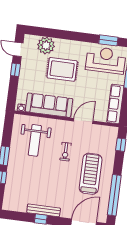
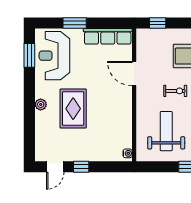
plant: (46, 45) -> (41, 104), moved, width x0.53, depth x0.53
sofa: (49, 105) -> (120, 119), removed
weight bench: (35, 140) -> (166, 131), turned -90

